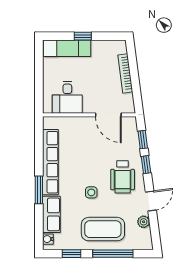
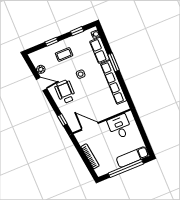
window: (83, 36) -> (126, 168), width x3.17
window: (146, 165) -> (54, 105), removed
door: (151, 201) -> (42, 84), swing flipped
coffee table: (103, 229) -> (64, 54), width x0.54, depth x0.58
window: (113, 254) -> (52, 42), width x0.46

